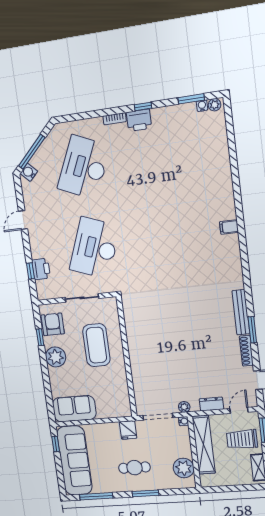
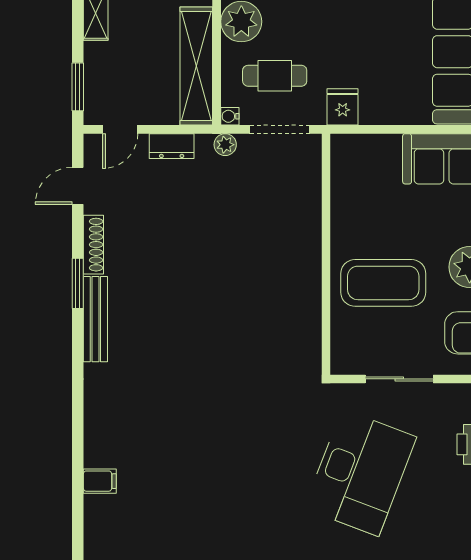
coffee table: (96, 345) -> (383, 283), turned 90
trolley: (242, 439) -> (121, 72), removed
cafe table: (134, 468) -> (275, 76), moved

